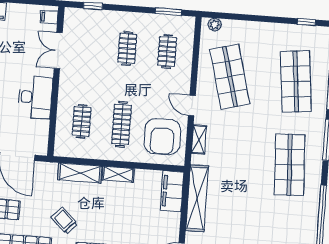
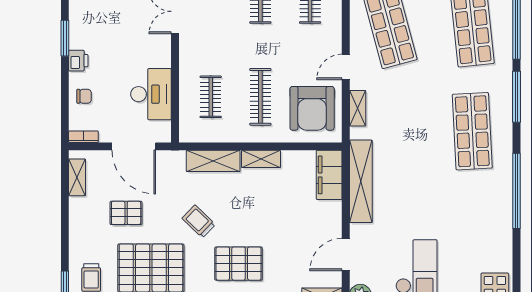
desk: (35, 97) -> (151, 94), moved
door: (192, 105) -> (346, 67), hinge flipped

